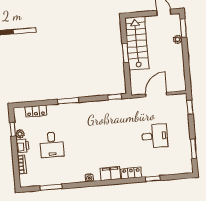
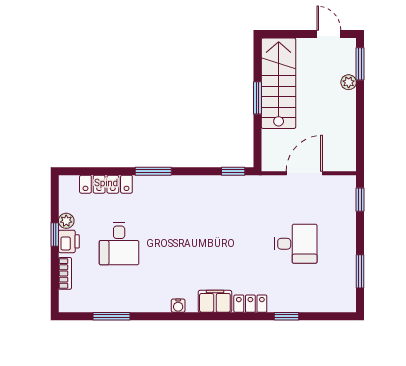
locker: (36, 111) -> (106, 184), width x1.53
window: (13, 129) -> (55, 234), moved

